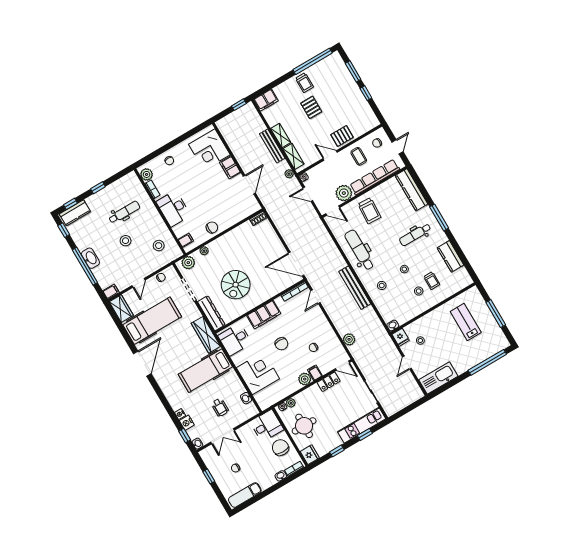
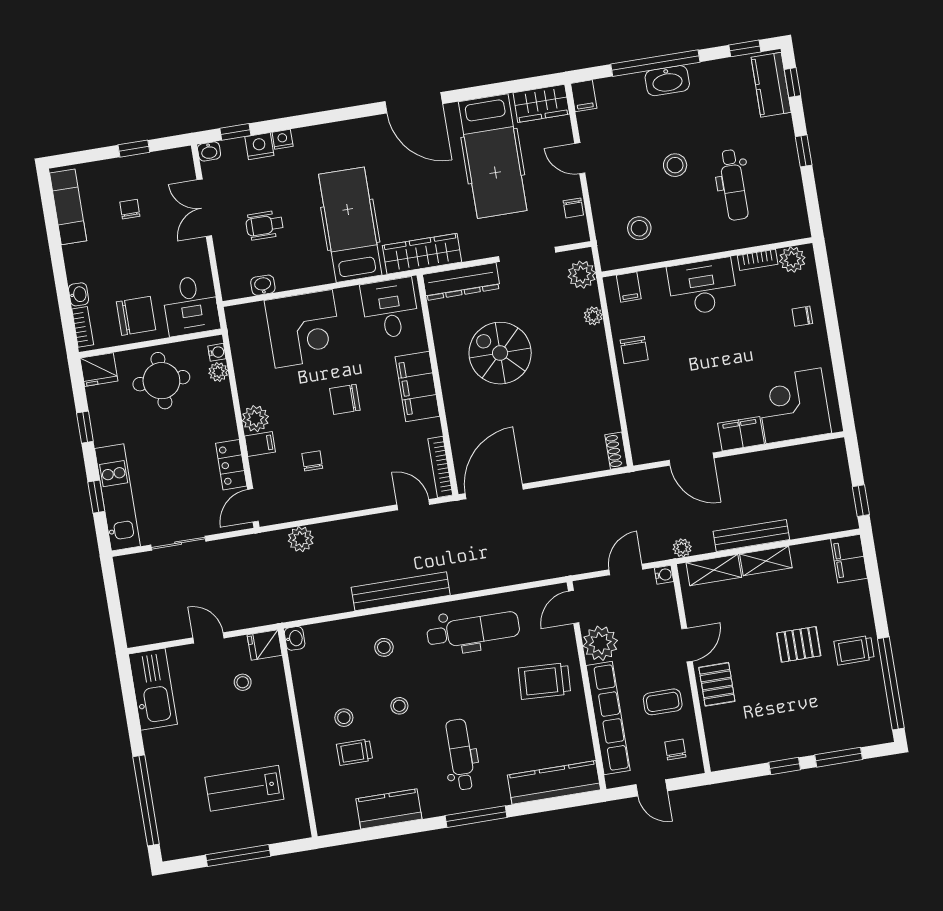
lab bench: (466, 322) -> (244, 788), turned 180

